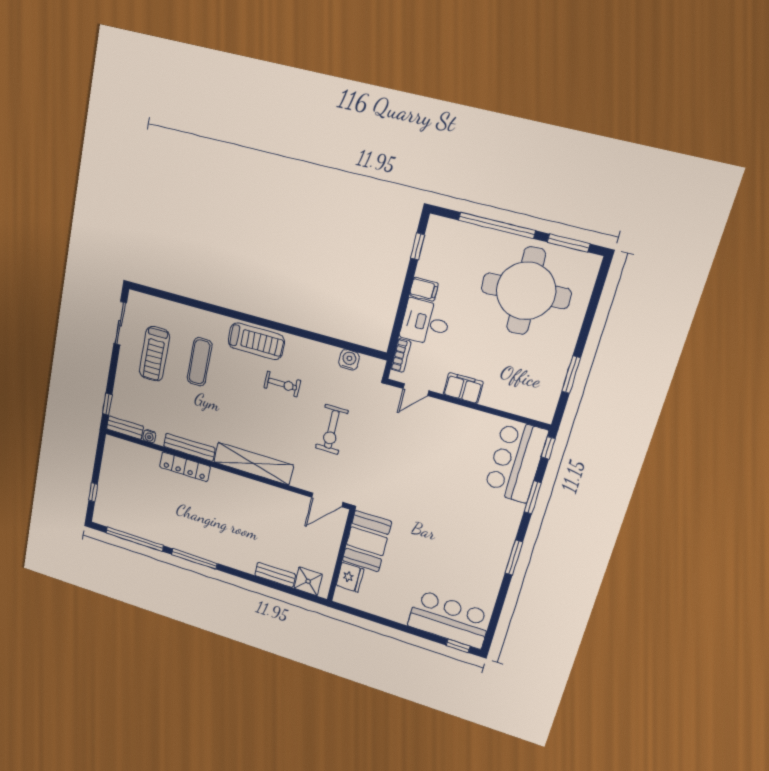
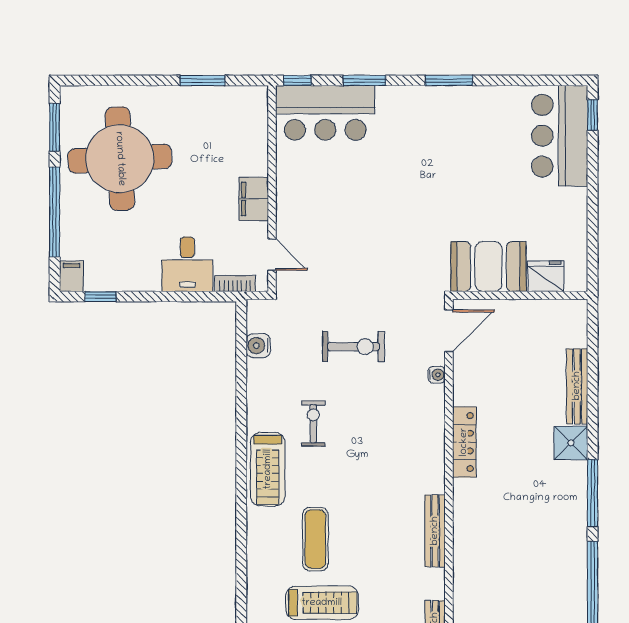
filing cabinet: (424, 289) -> (72, 276), moved
treadmill: (256, 341) -> (268, 469), turned 180
exercise mat: (200, 362) -> (315, 539), turned 90
water cooler: (149, 436) -> (437, 375), moved
shelving: (253, 464) -> (430, 439), removed
locker: (185, 467) -> (464, 442), moved
door: (327, 500) -> (449, 331), hinge flipped
bench: (275, 575) -> (577, 386), width x1.36
shower: (308, 581) -> (571, 443), moved

